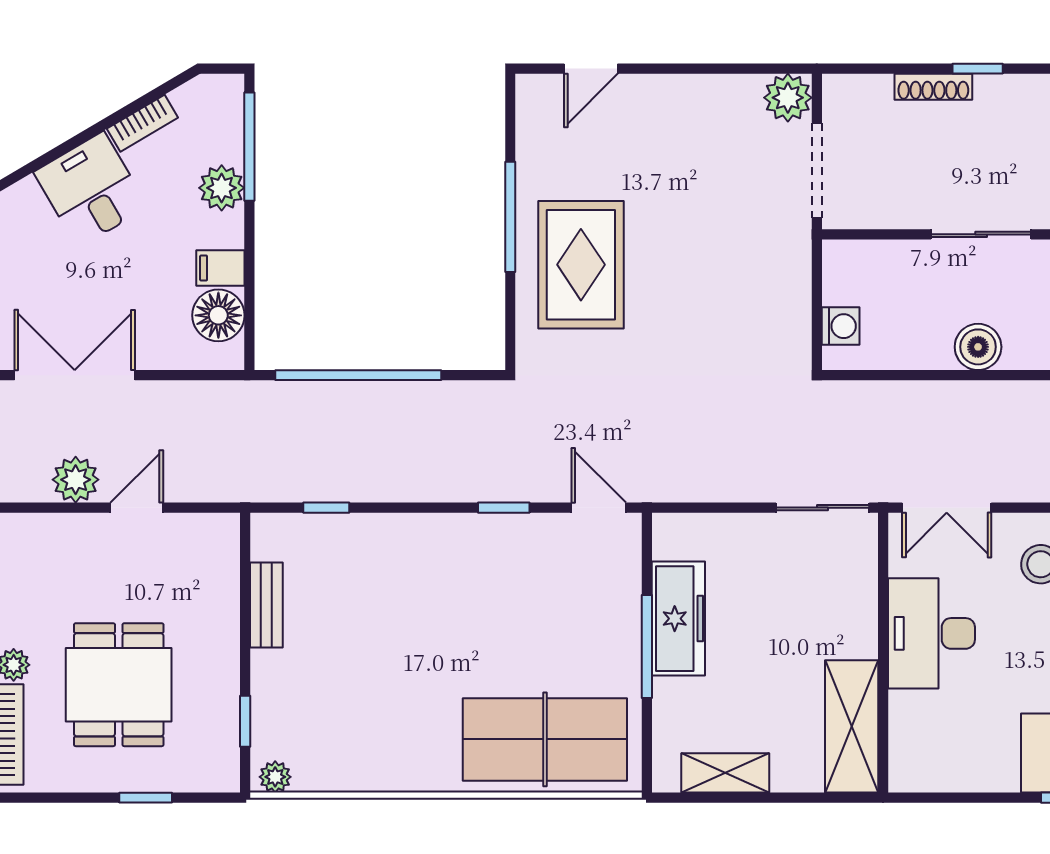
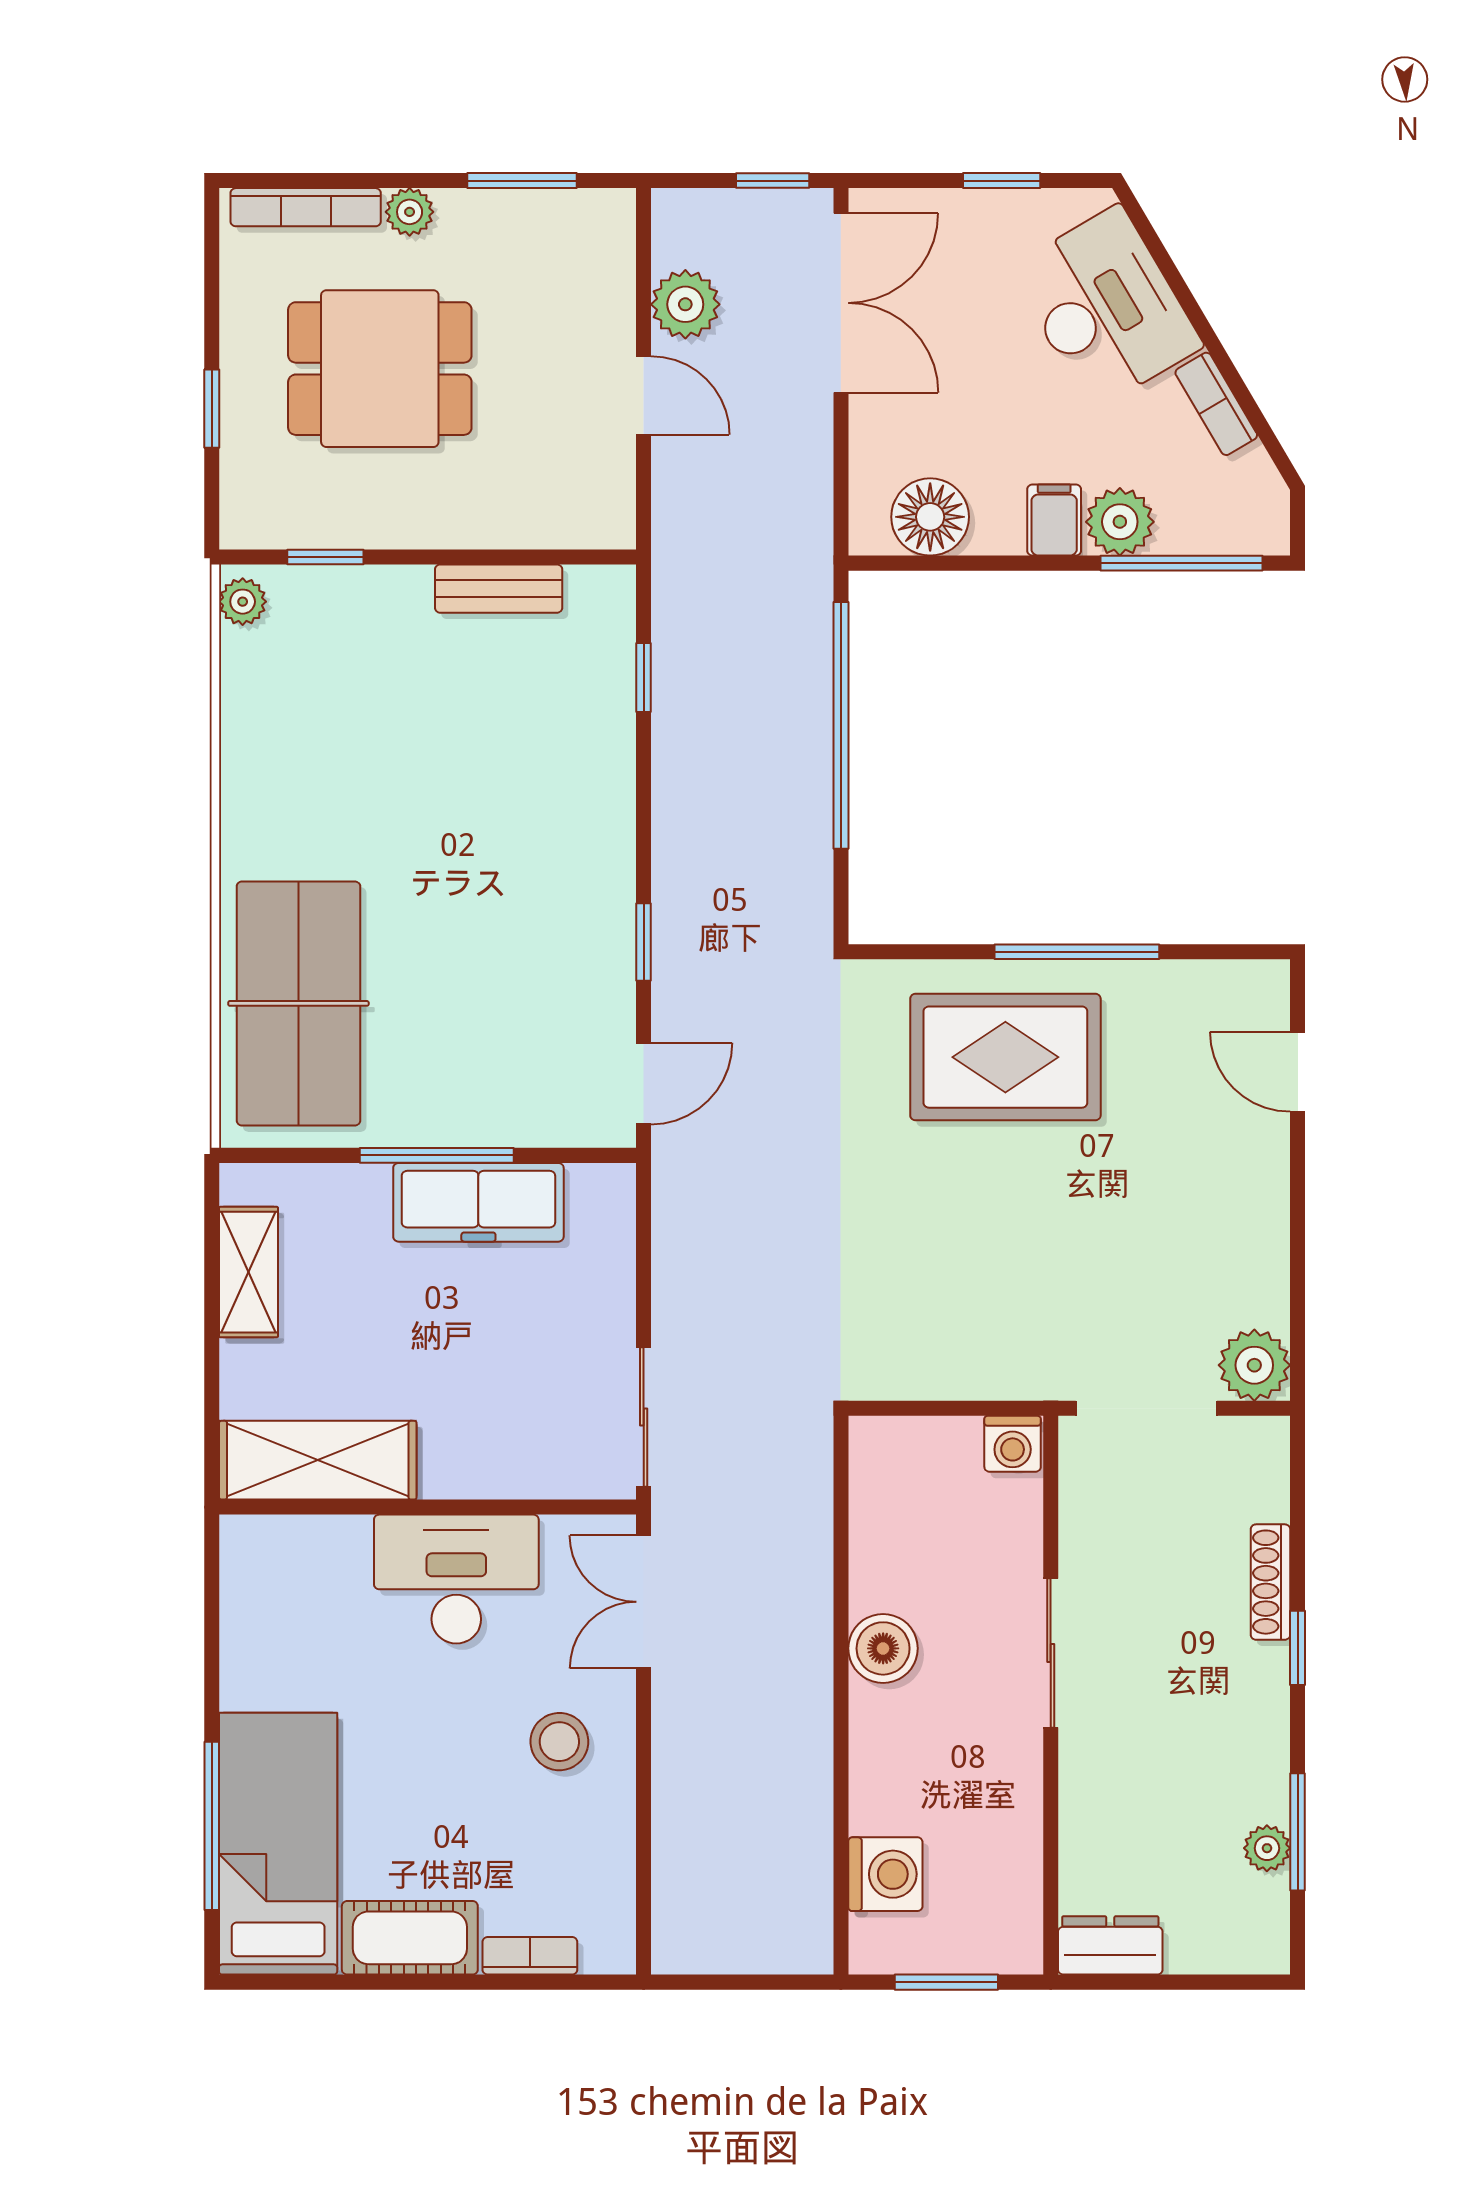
desk: (91, 190) -> (1106, 307), width x1.37
filing cabinet: (220, 268) -> (1054, 520), moved
washing machine: (841, 326) -> (1013, 1444), moved

